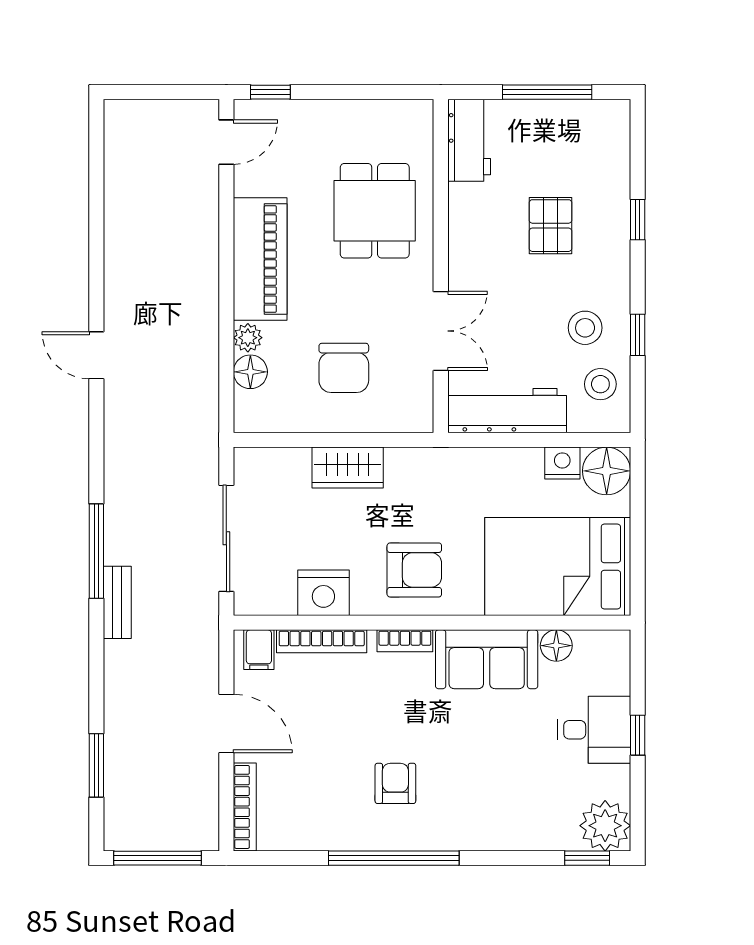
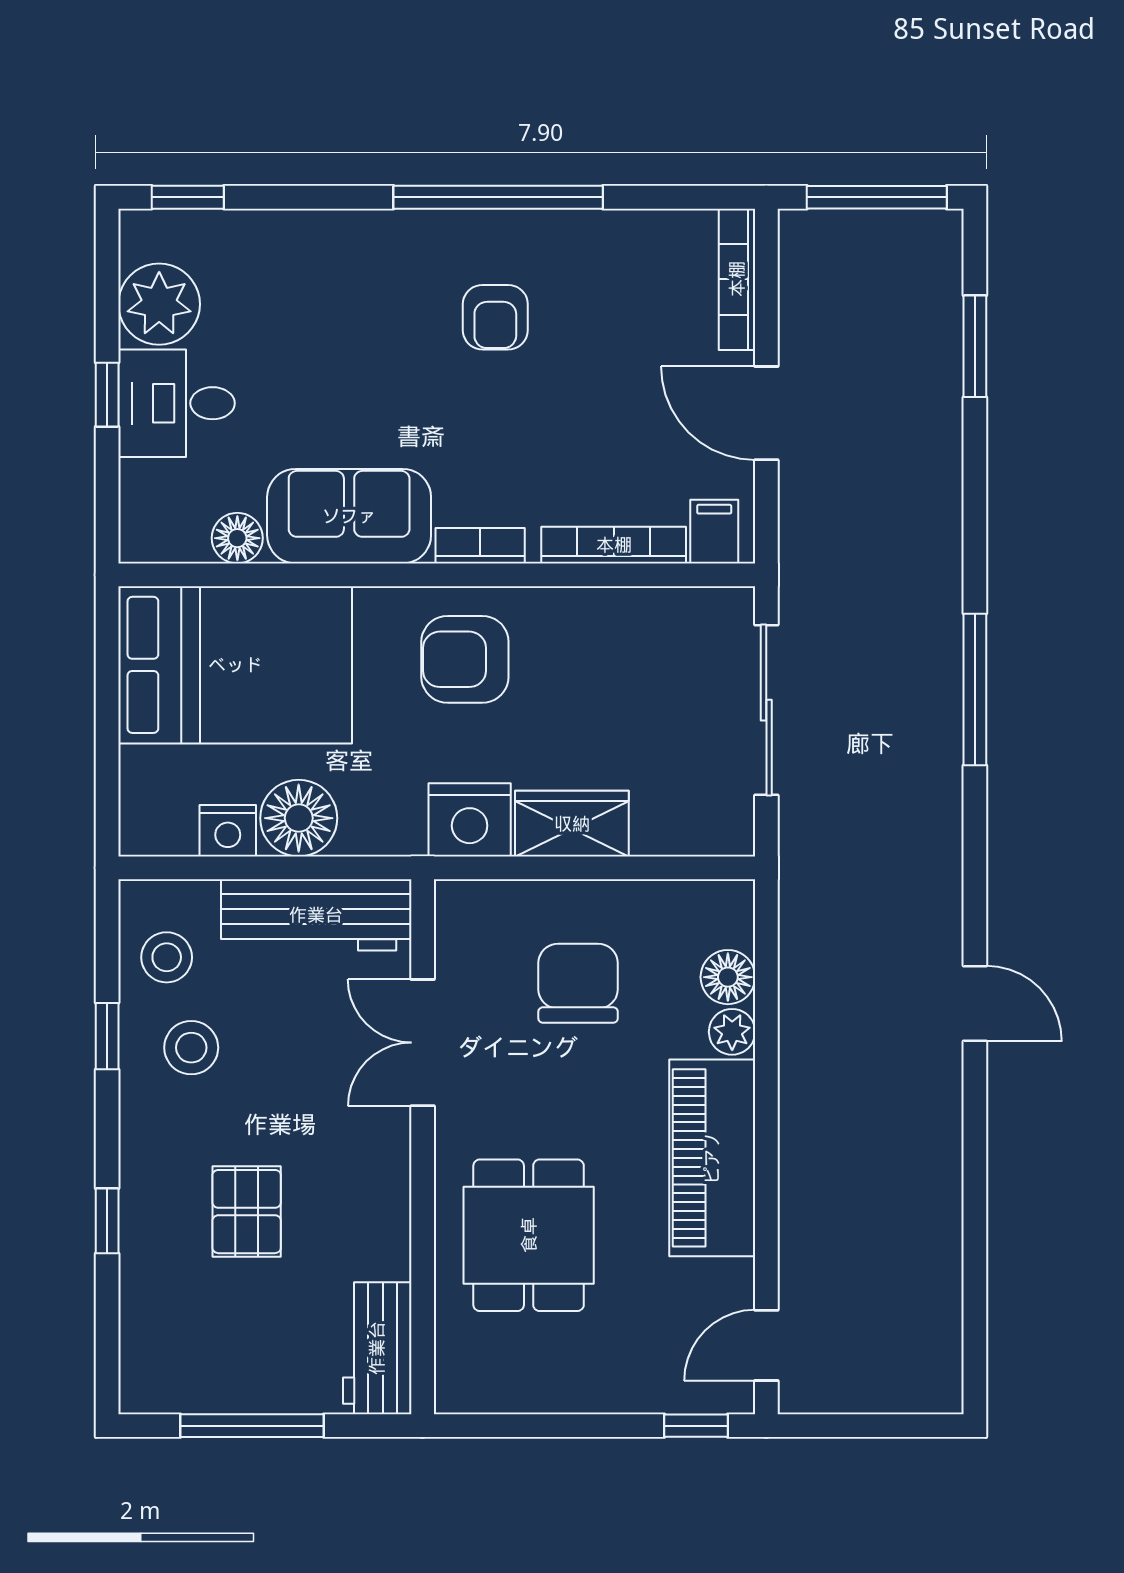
floor lamp: (607, 471) -> (299, 818), moved
nightstand: (323, 593) -> (470, 820), moved, turned 180
bench: (117, 602) -> (941, 607), removed
plant: (605, 826) -> (159, 304), moved

